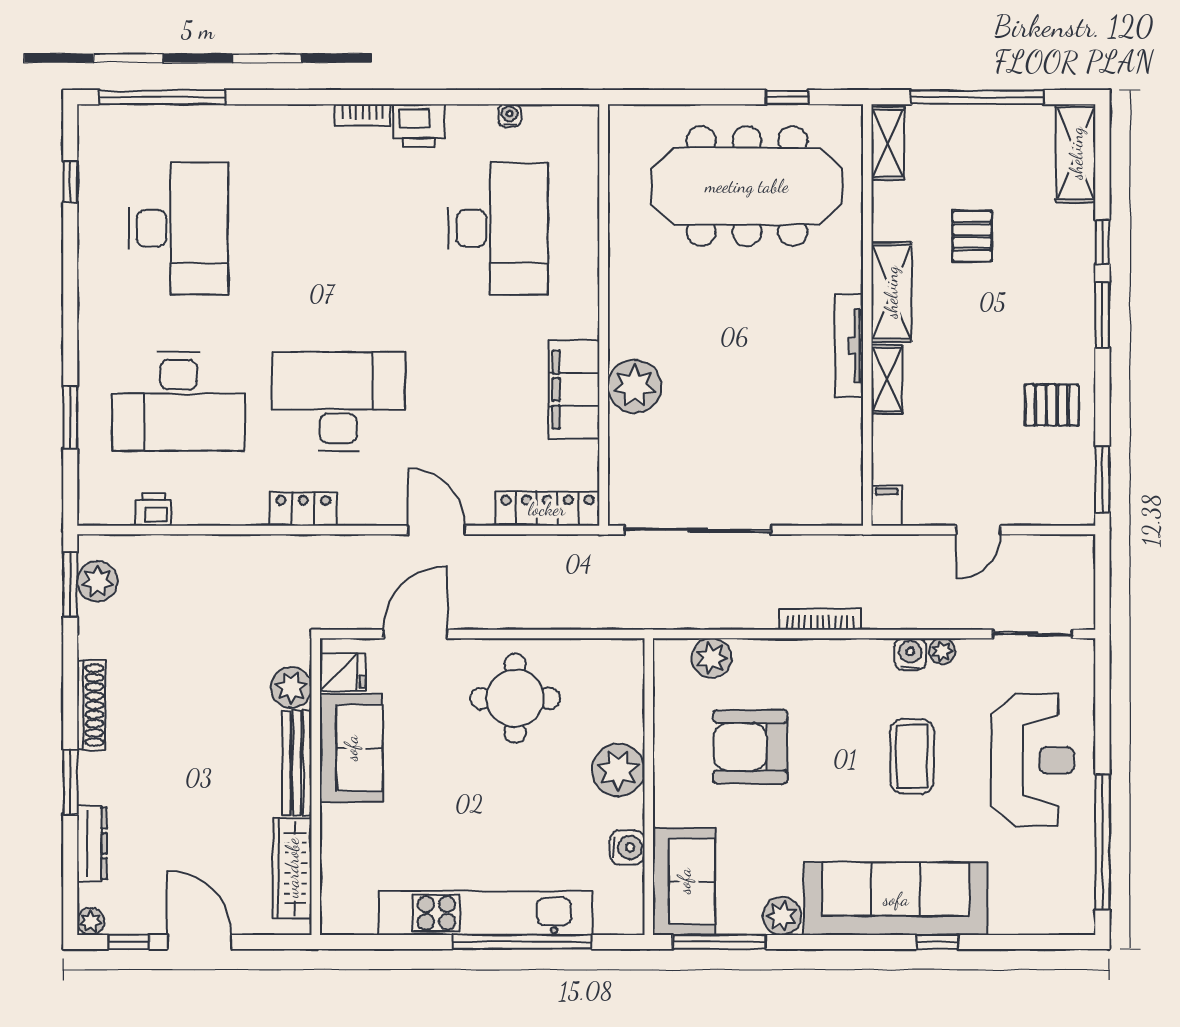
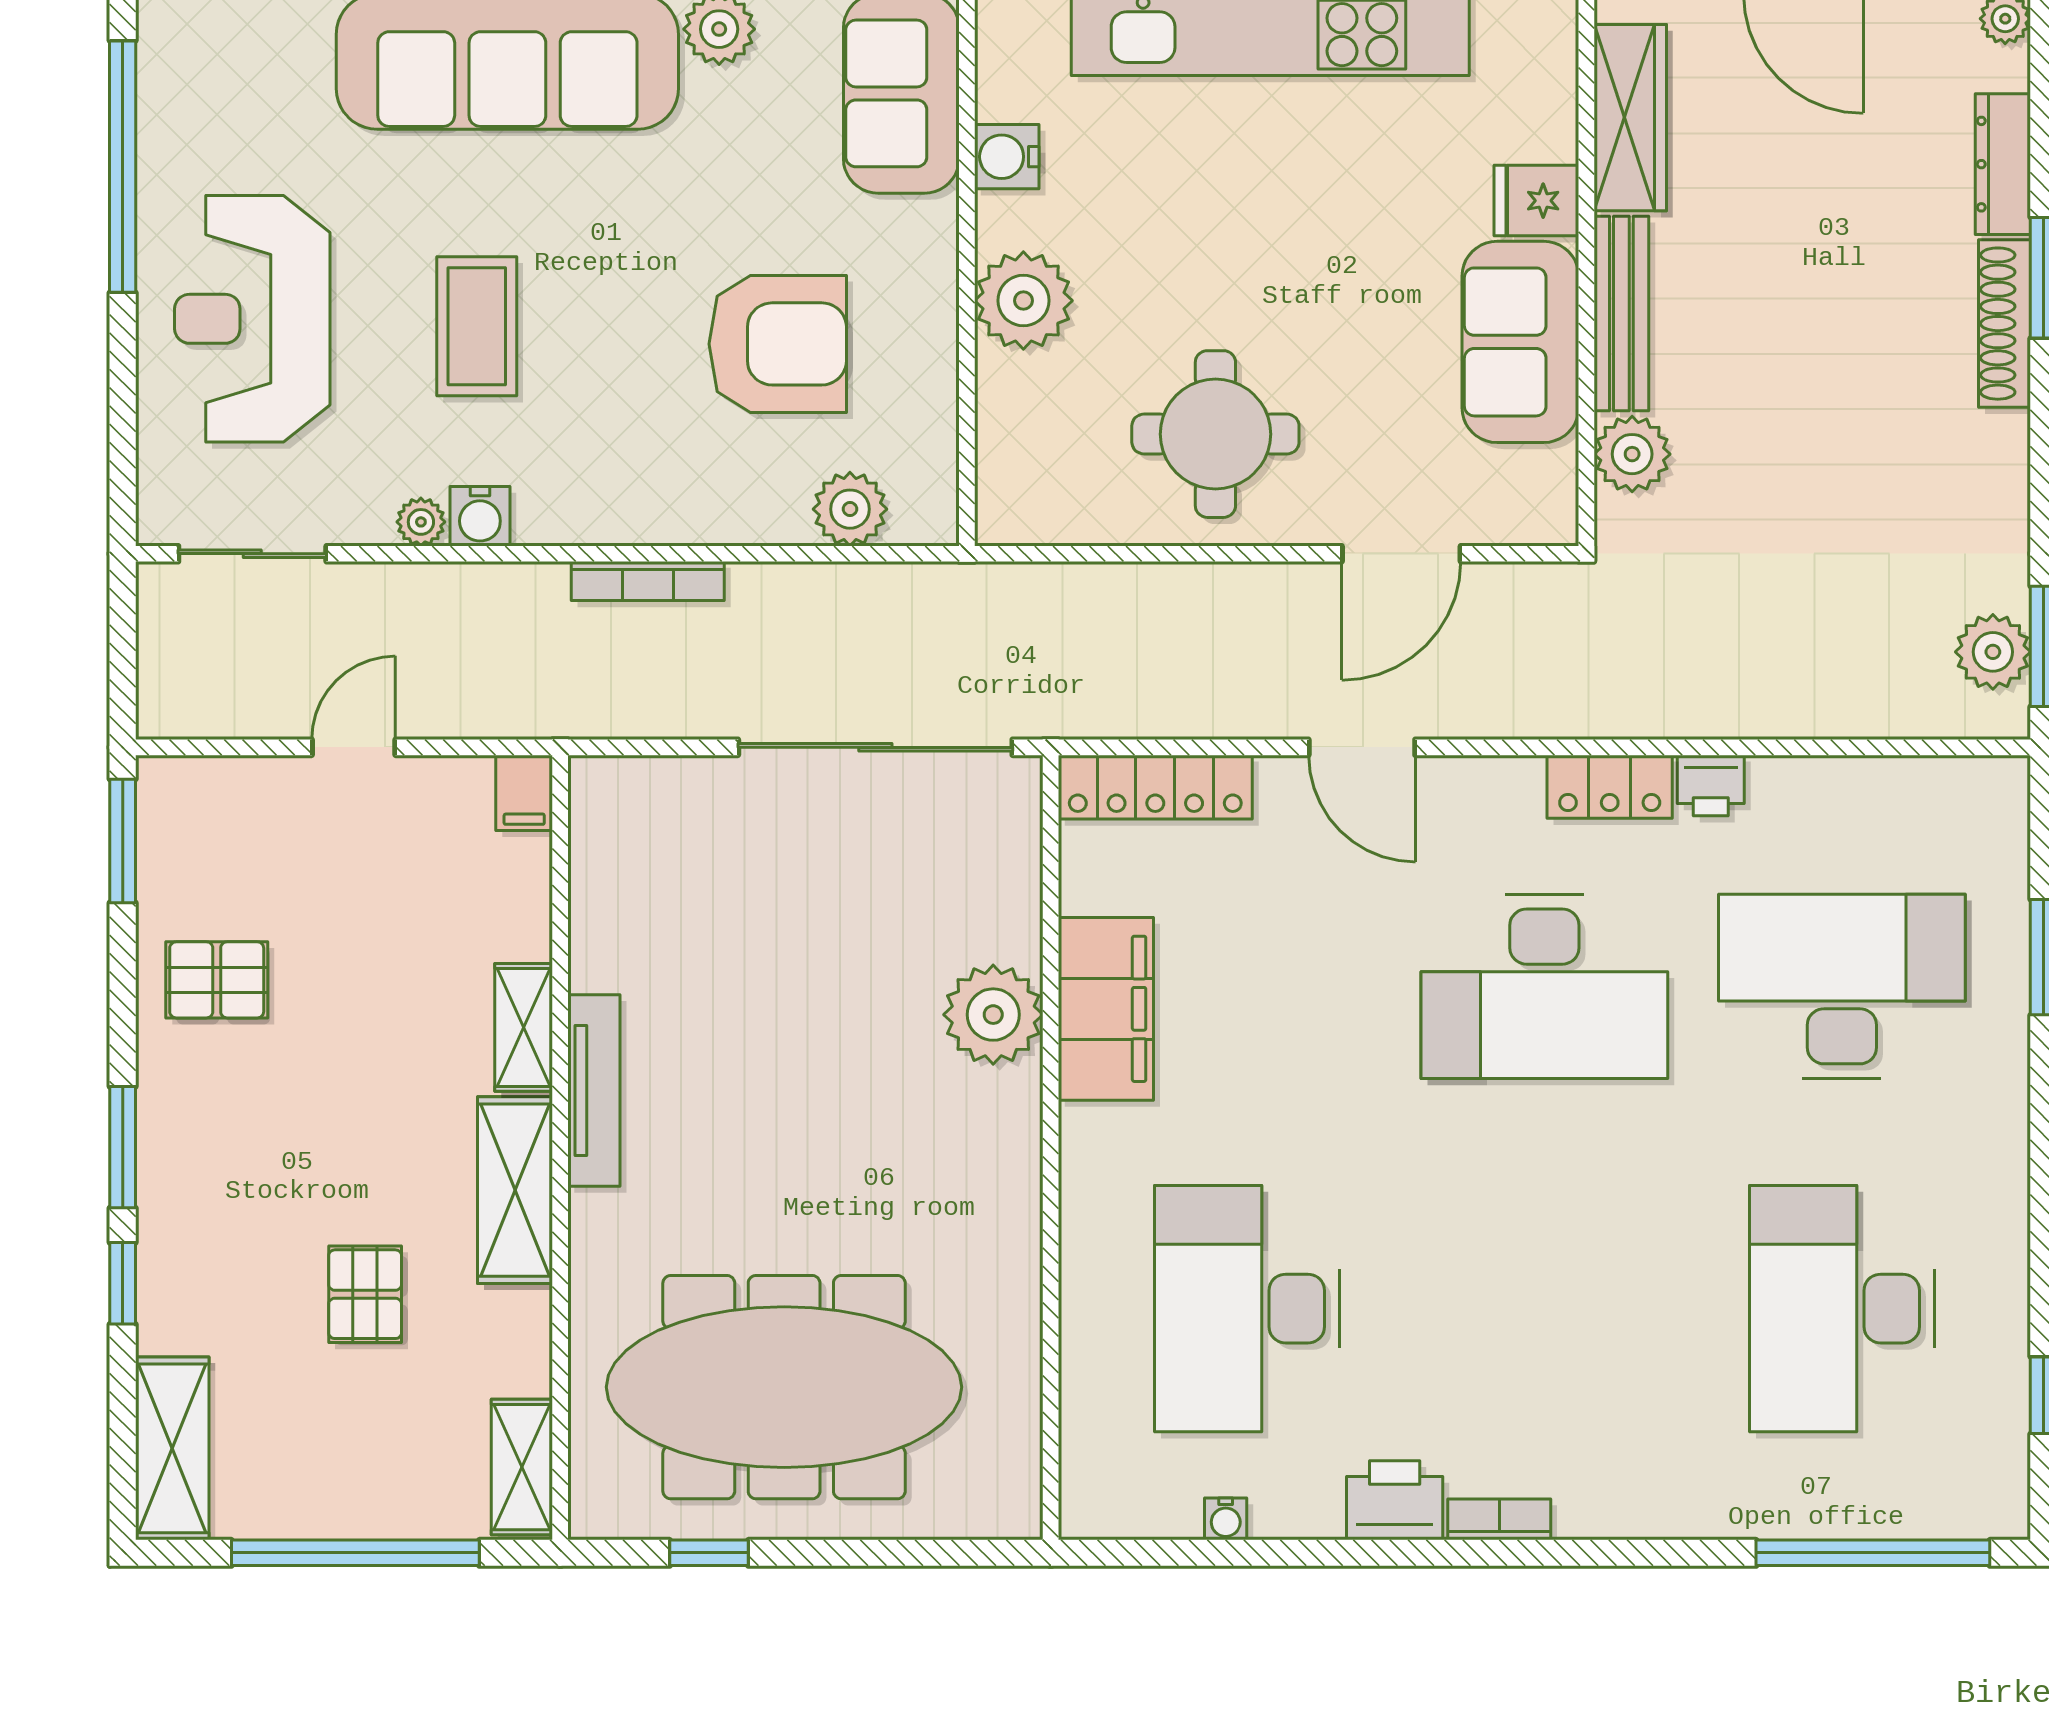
printer: (153, 509) -> (1711, 785), moved
fridge: (343, 672) -> (1536, 201), moved
shoe rack: (91, 705) -> (2005, 324), moved

